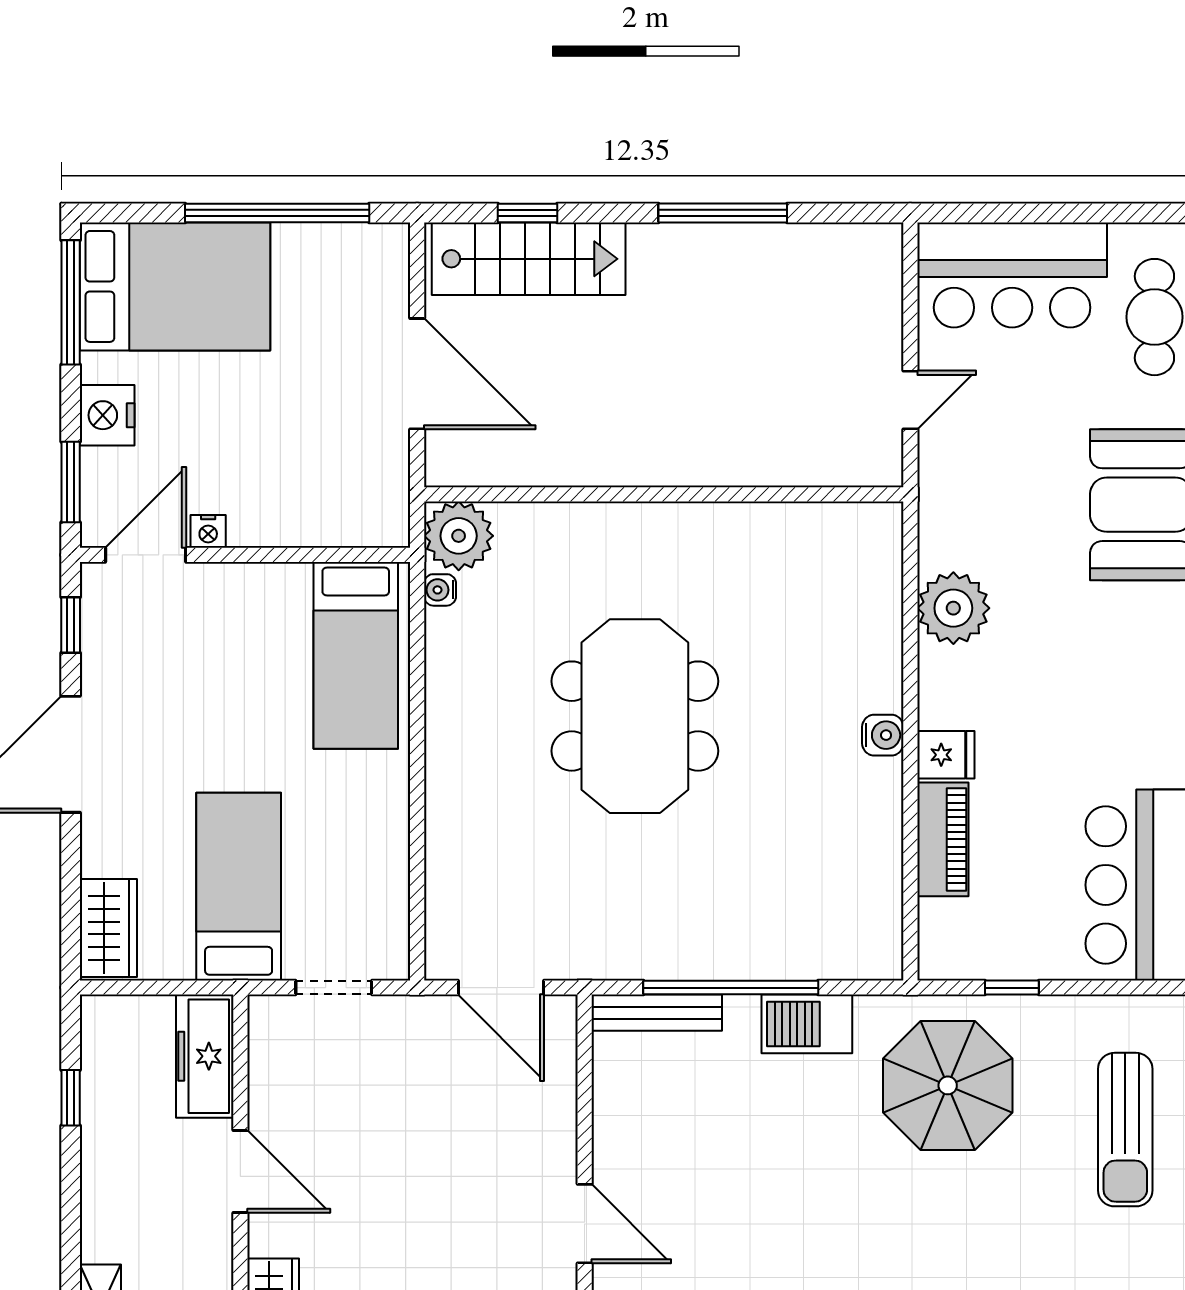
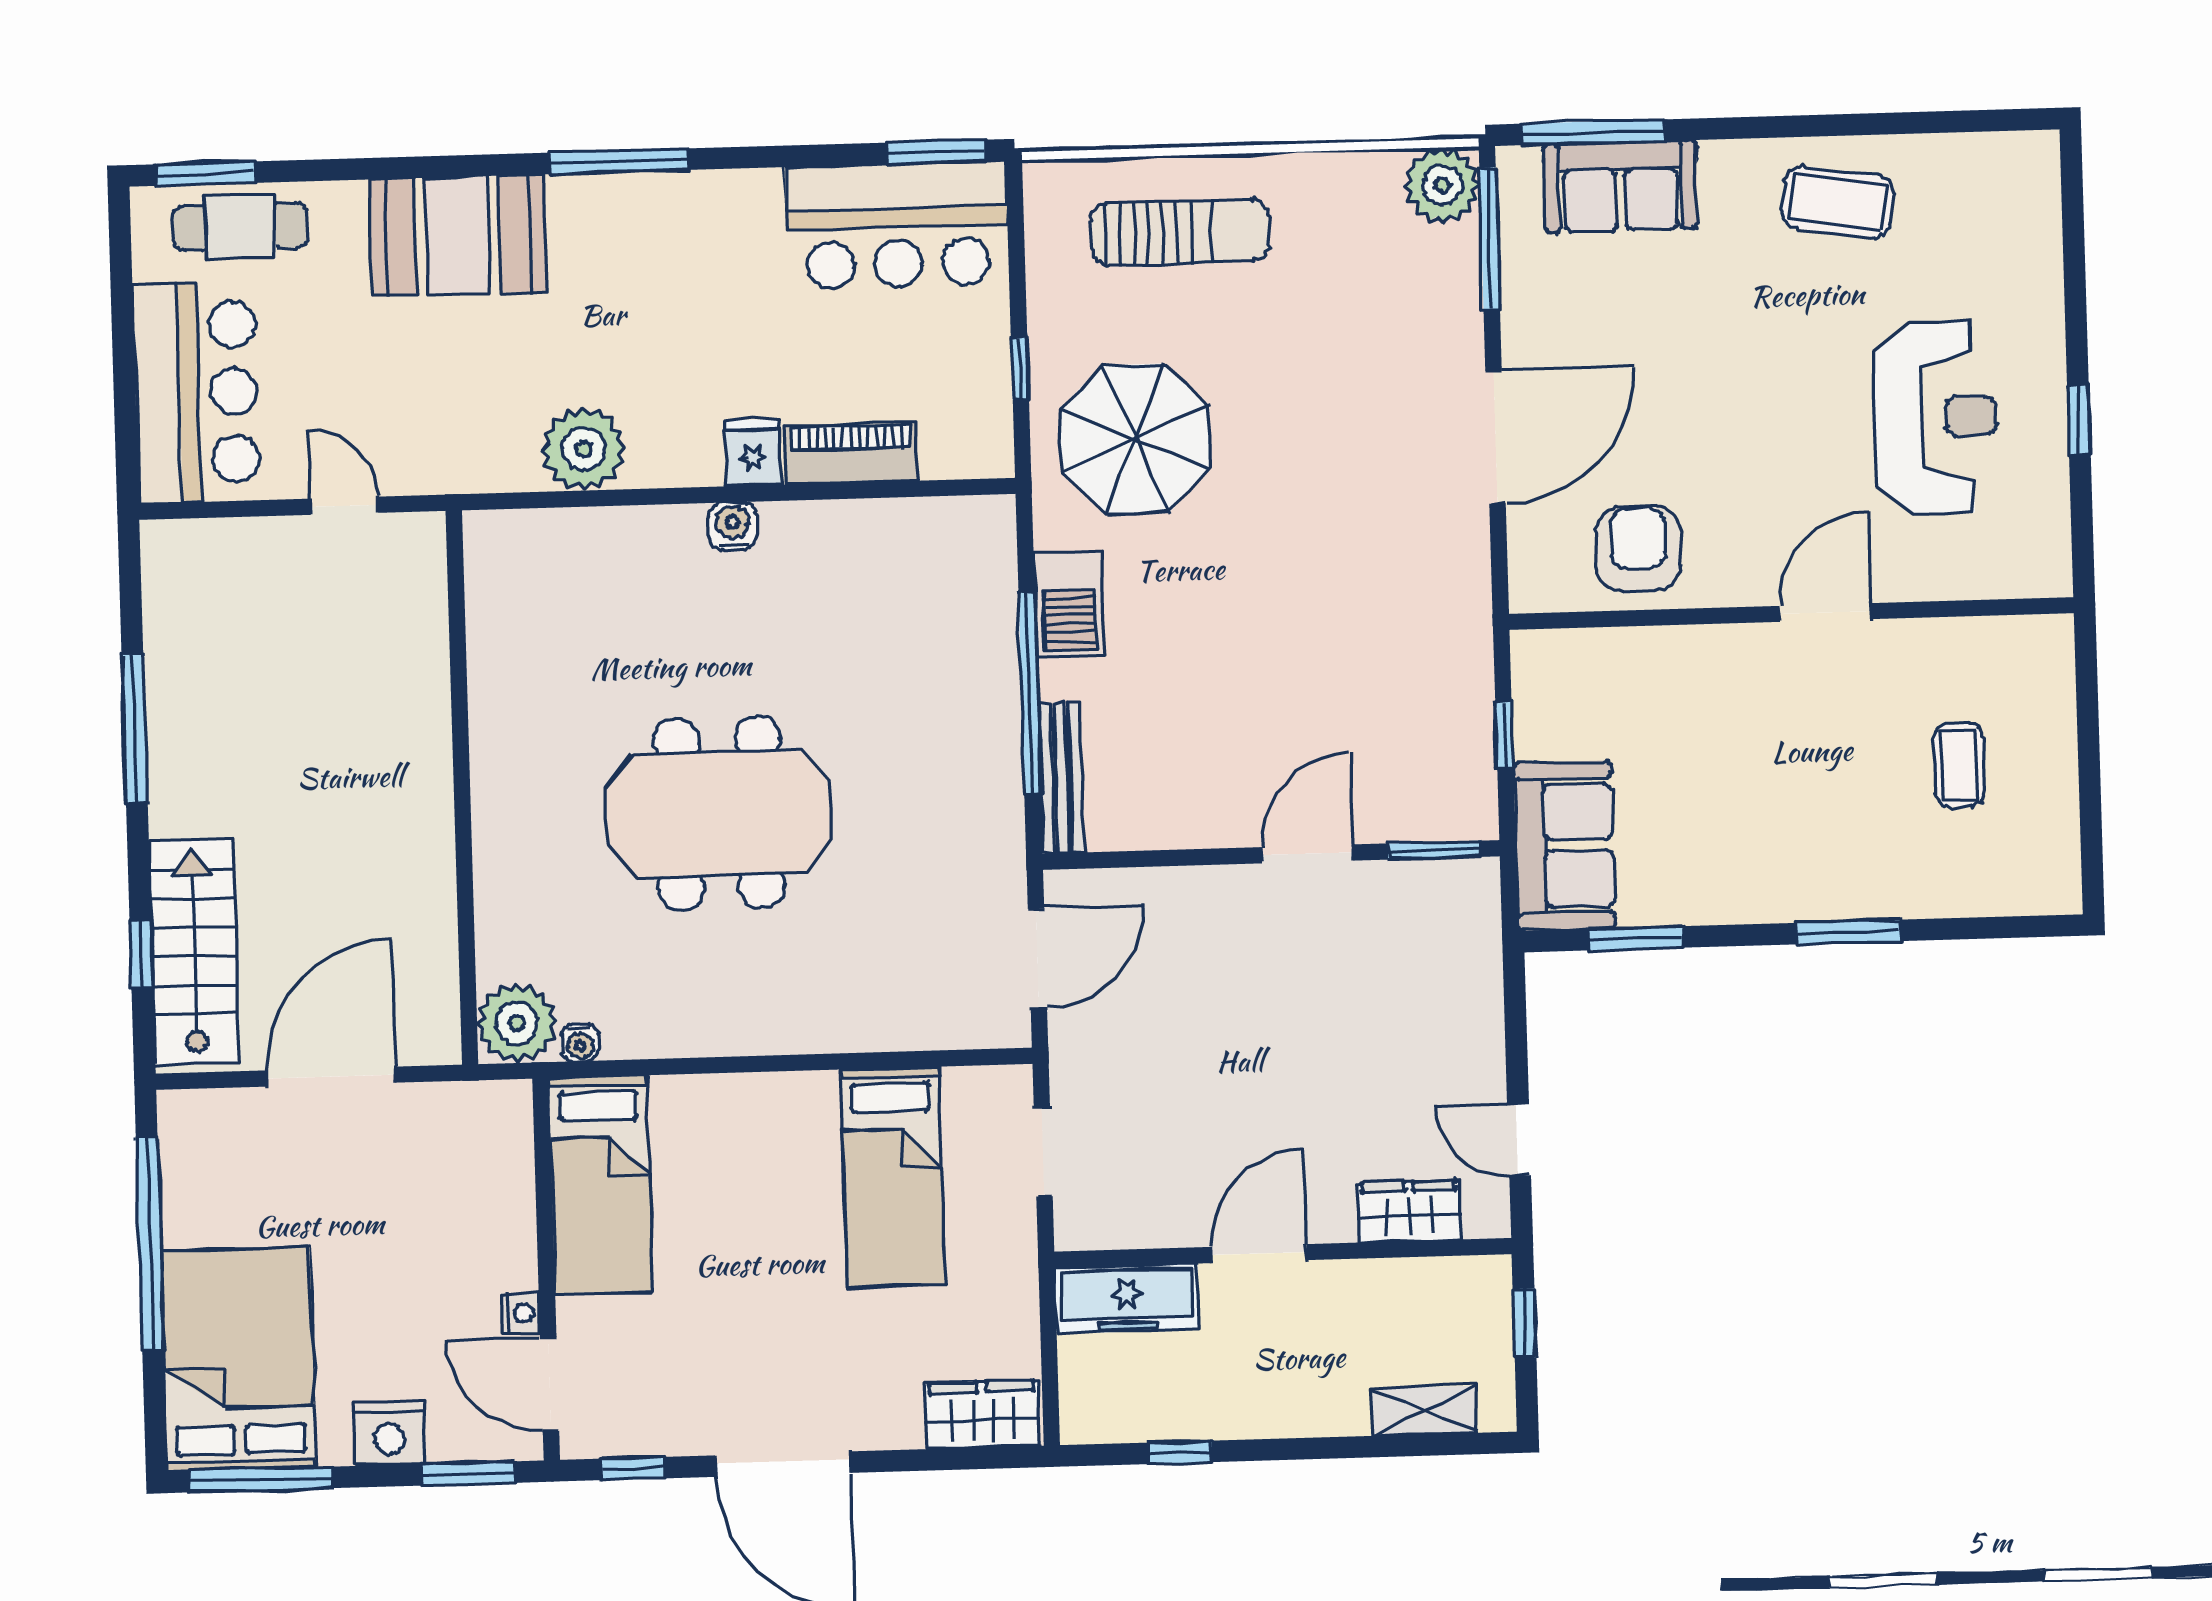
bed: (356, 655) -> (600, 1185), moved, turned 90
bed: (239, 887) -> (893, 1177), moved, turned -90

